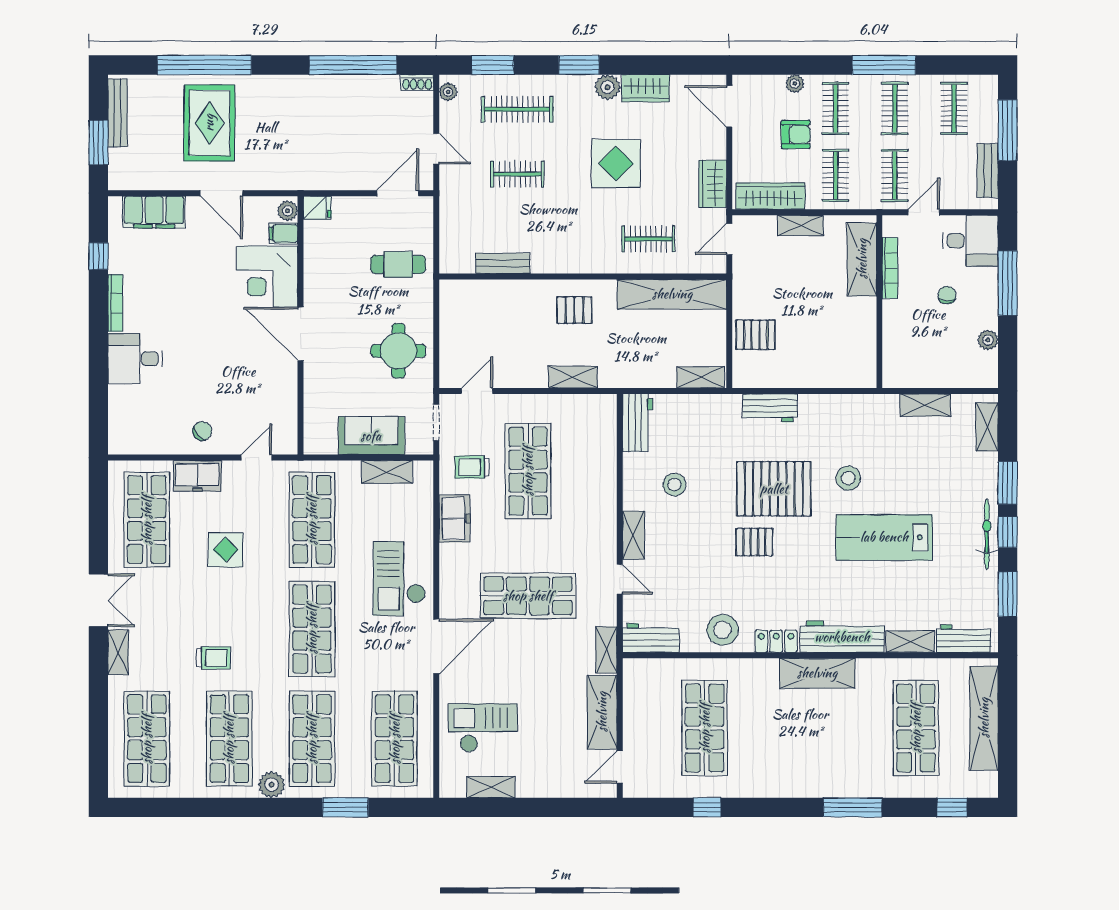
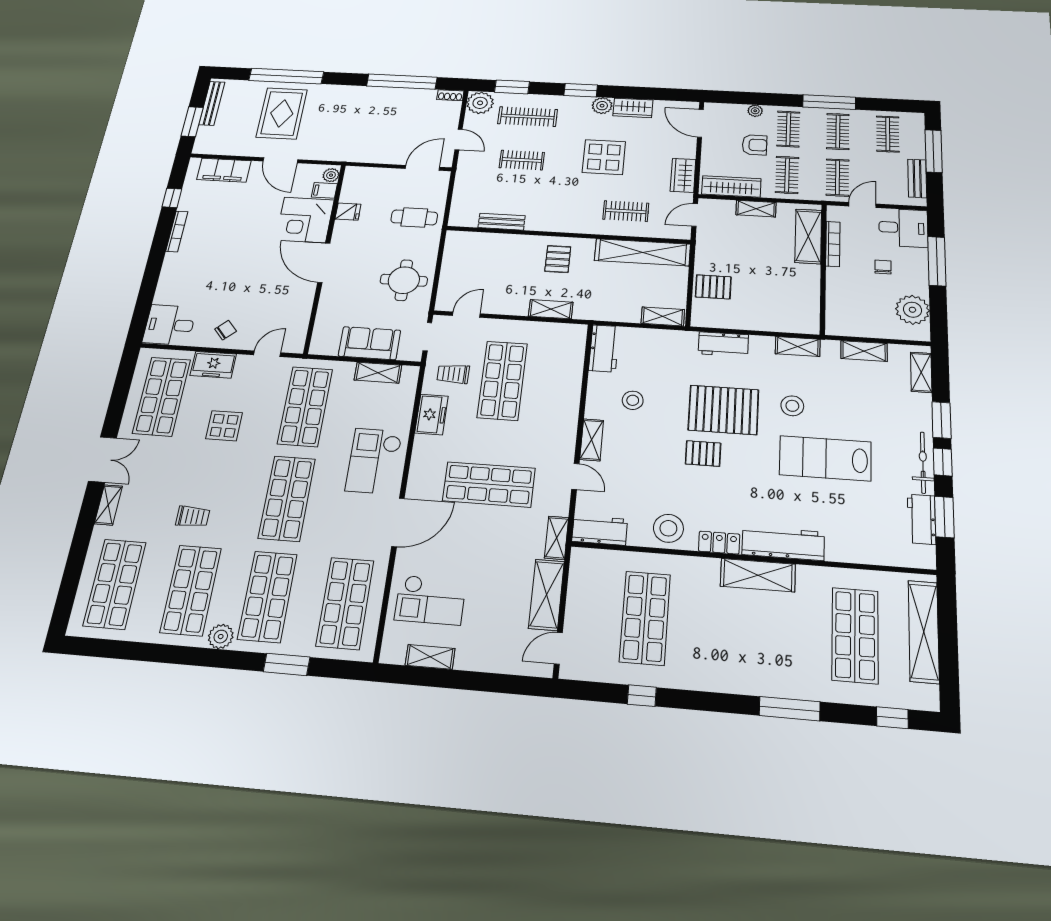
plant: (448, 92) -> (480, 103), width x1.87, depth x1.87
fridge: (317, 208) -> (348, 212), moved
pallet: (574, 310) -> (558, 259), turned 90
plant: (988, 340) -> (912, 310), width x1.87, depth x1.87
desk: (135, 359) -> (169, 325), moved
workbench: (964, 639) -> (921, 519), moved, turned -90
shelving: (910, 642) -> (798, 346), moved
checkout: (483, 728) -> (430, 600), turned 180

